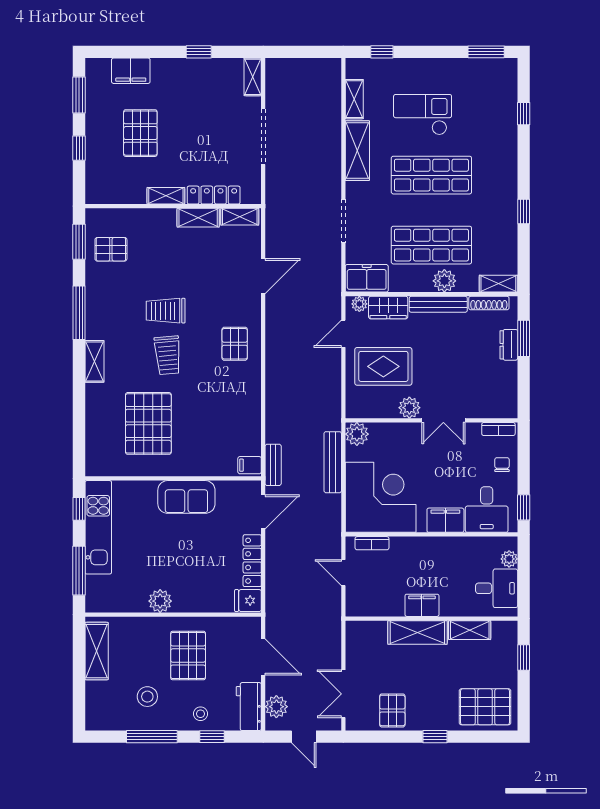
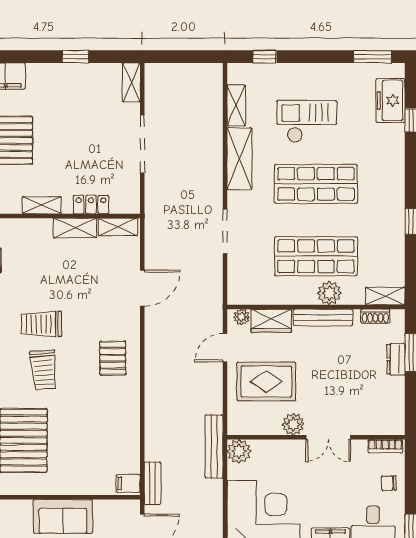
locker: (214, 195) -> (91, 205), width x0.66
freezer: (367, 278) -> (391, 101), moved, turned -90
shoe rack: (489, 303) -> (375, 316), width x0.70
bench: (333, 462) -> (214, 447), moved
chair: (502, 465) -> (389, 483), turned -93

